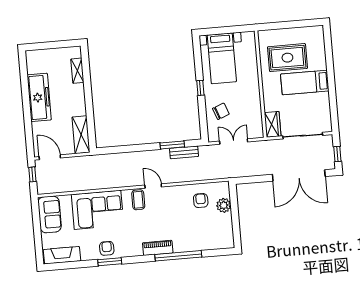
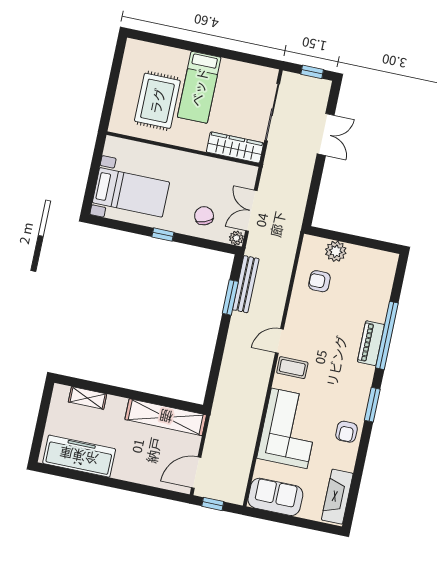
freezer: (39, 97) -> (79, 456), moved
wardrobe: (273, 124) -> (235, 147), width x1.50
shelving: (81, 135) -> (166, 417), width x1.47
plant: (213, 137) -> (236, 238), added
bench: (184, 152) -> (246, 284), width x1.36
double door: (299, 175) -> (326, 134), width x0.54
armchair: (107, 248) -> (347, 432), turned -90
piano: (158, 248) -> (371, 343), moved
window: (110, 262) -> (372, 405), moved

